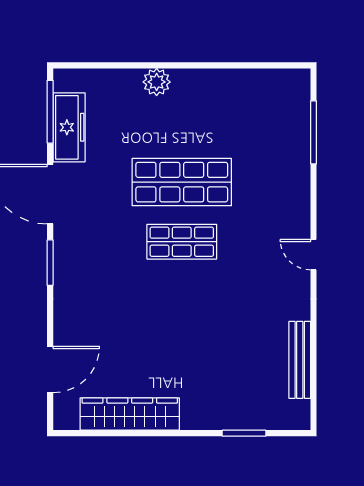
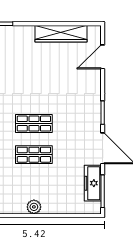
plant: (157, 82) -> (34, 207), moved
shop shelf: (182, 182) -> (34, 155), width x0.70, depth x0.74

